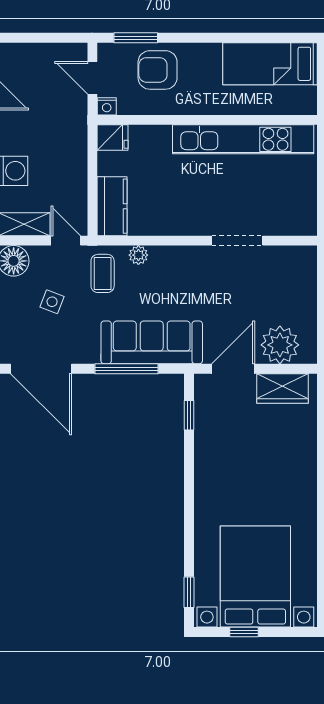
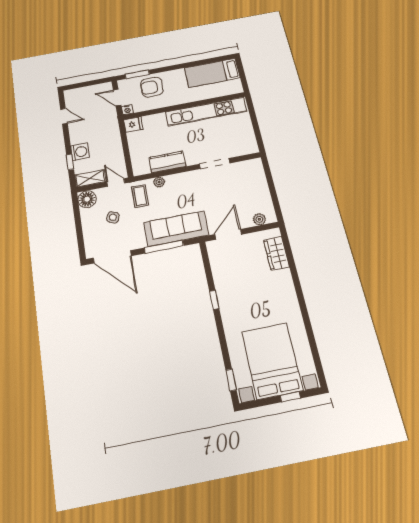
kitchen counter: (112, 206) -> (167, 162), moved, turned -90
plant: (280, 345) -> (259, 219), width x0.53, depth x0.53
wardrobe: (283, 388) -> (276, 253), moved, turned 90
window: (189, 415) -> (214, 300), moved
window: (244, 632) -> (290, 397), moved

